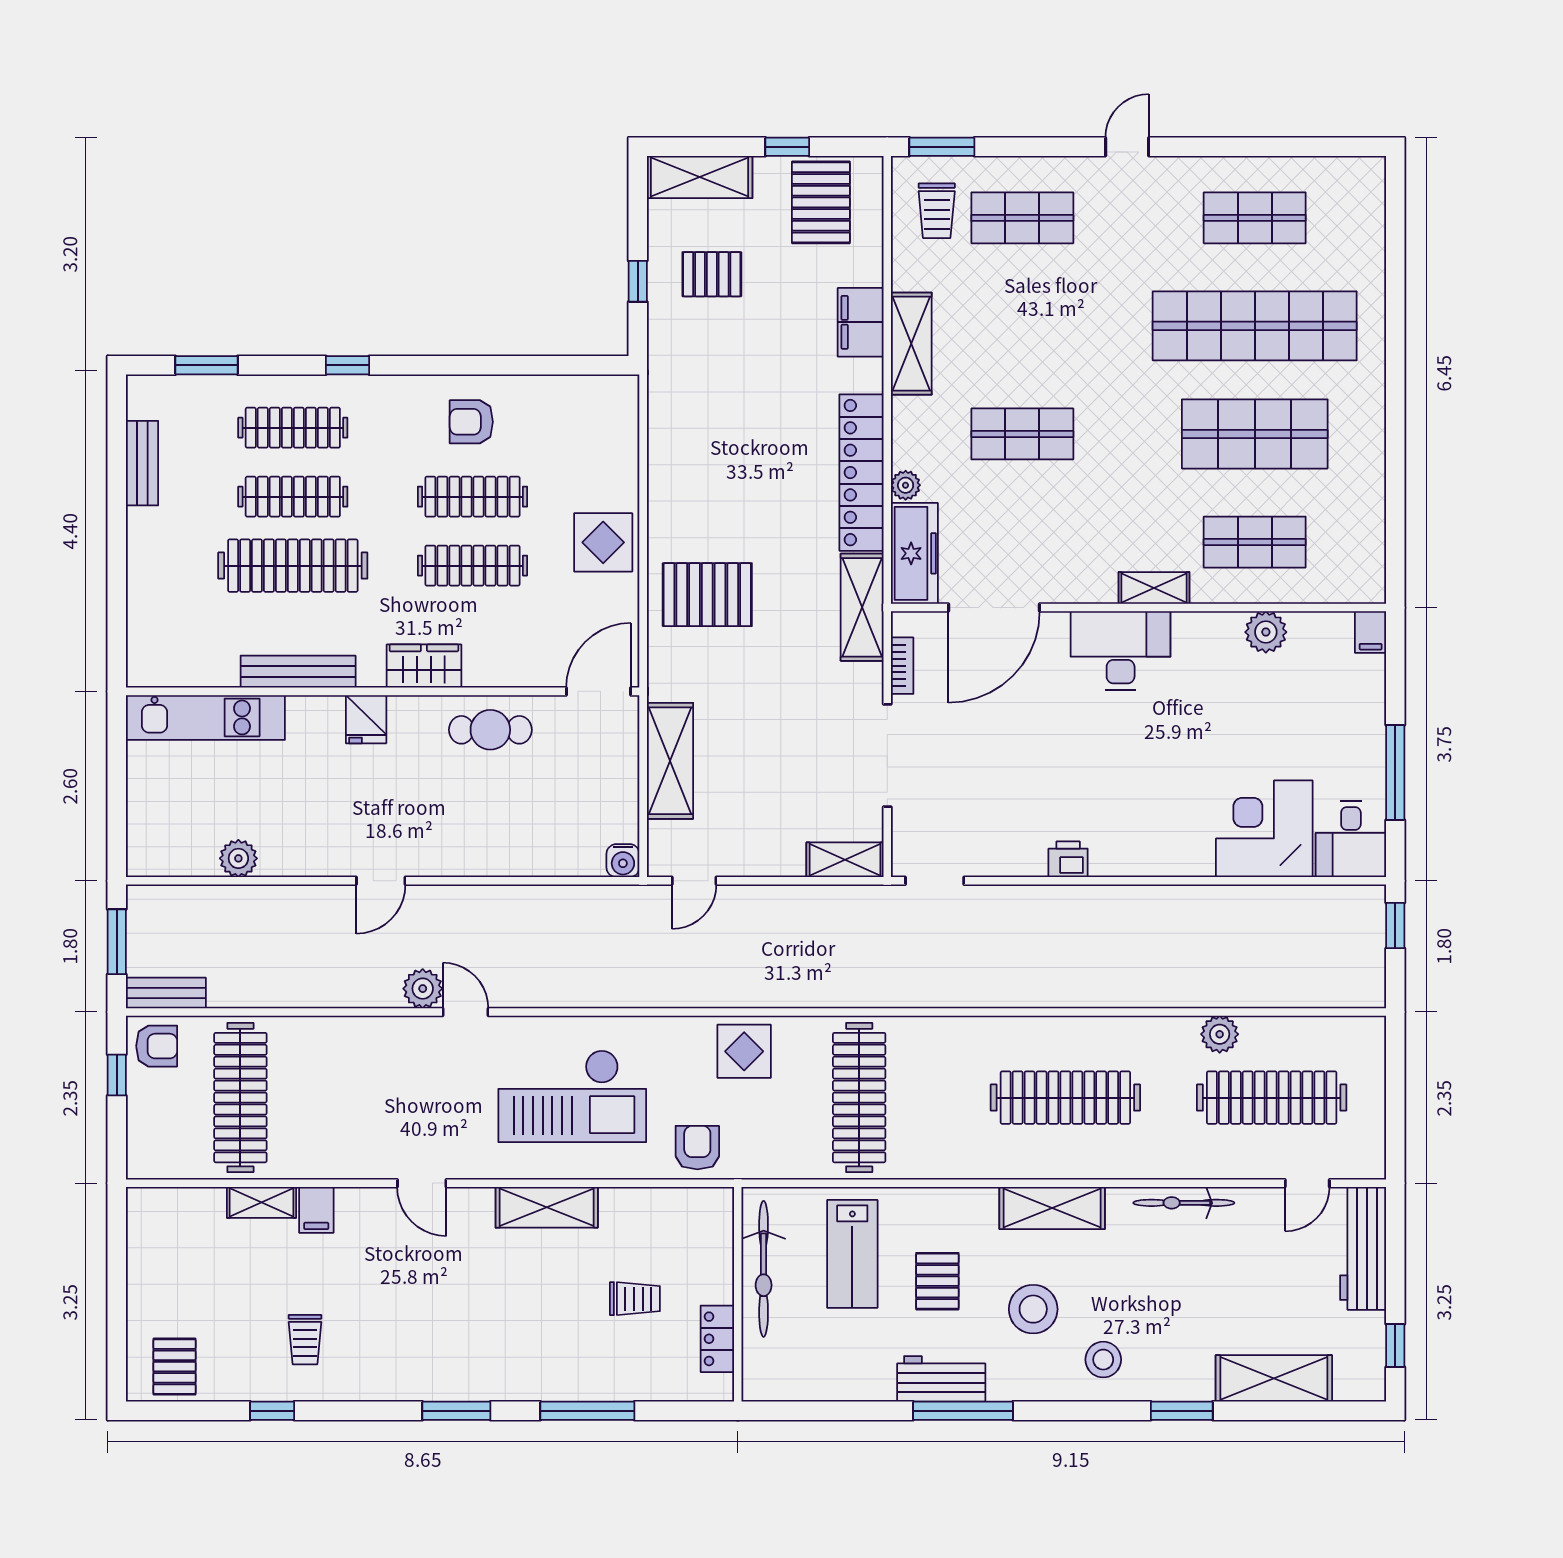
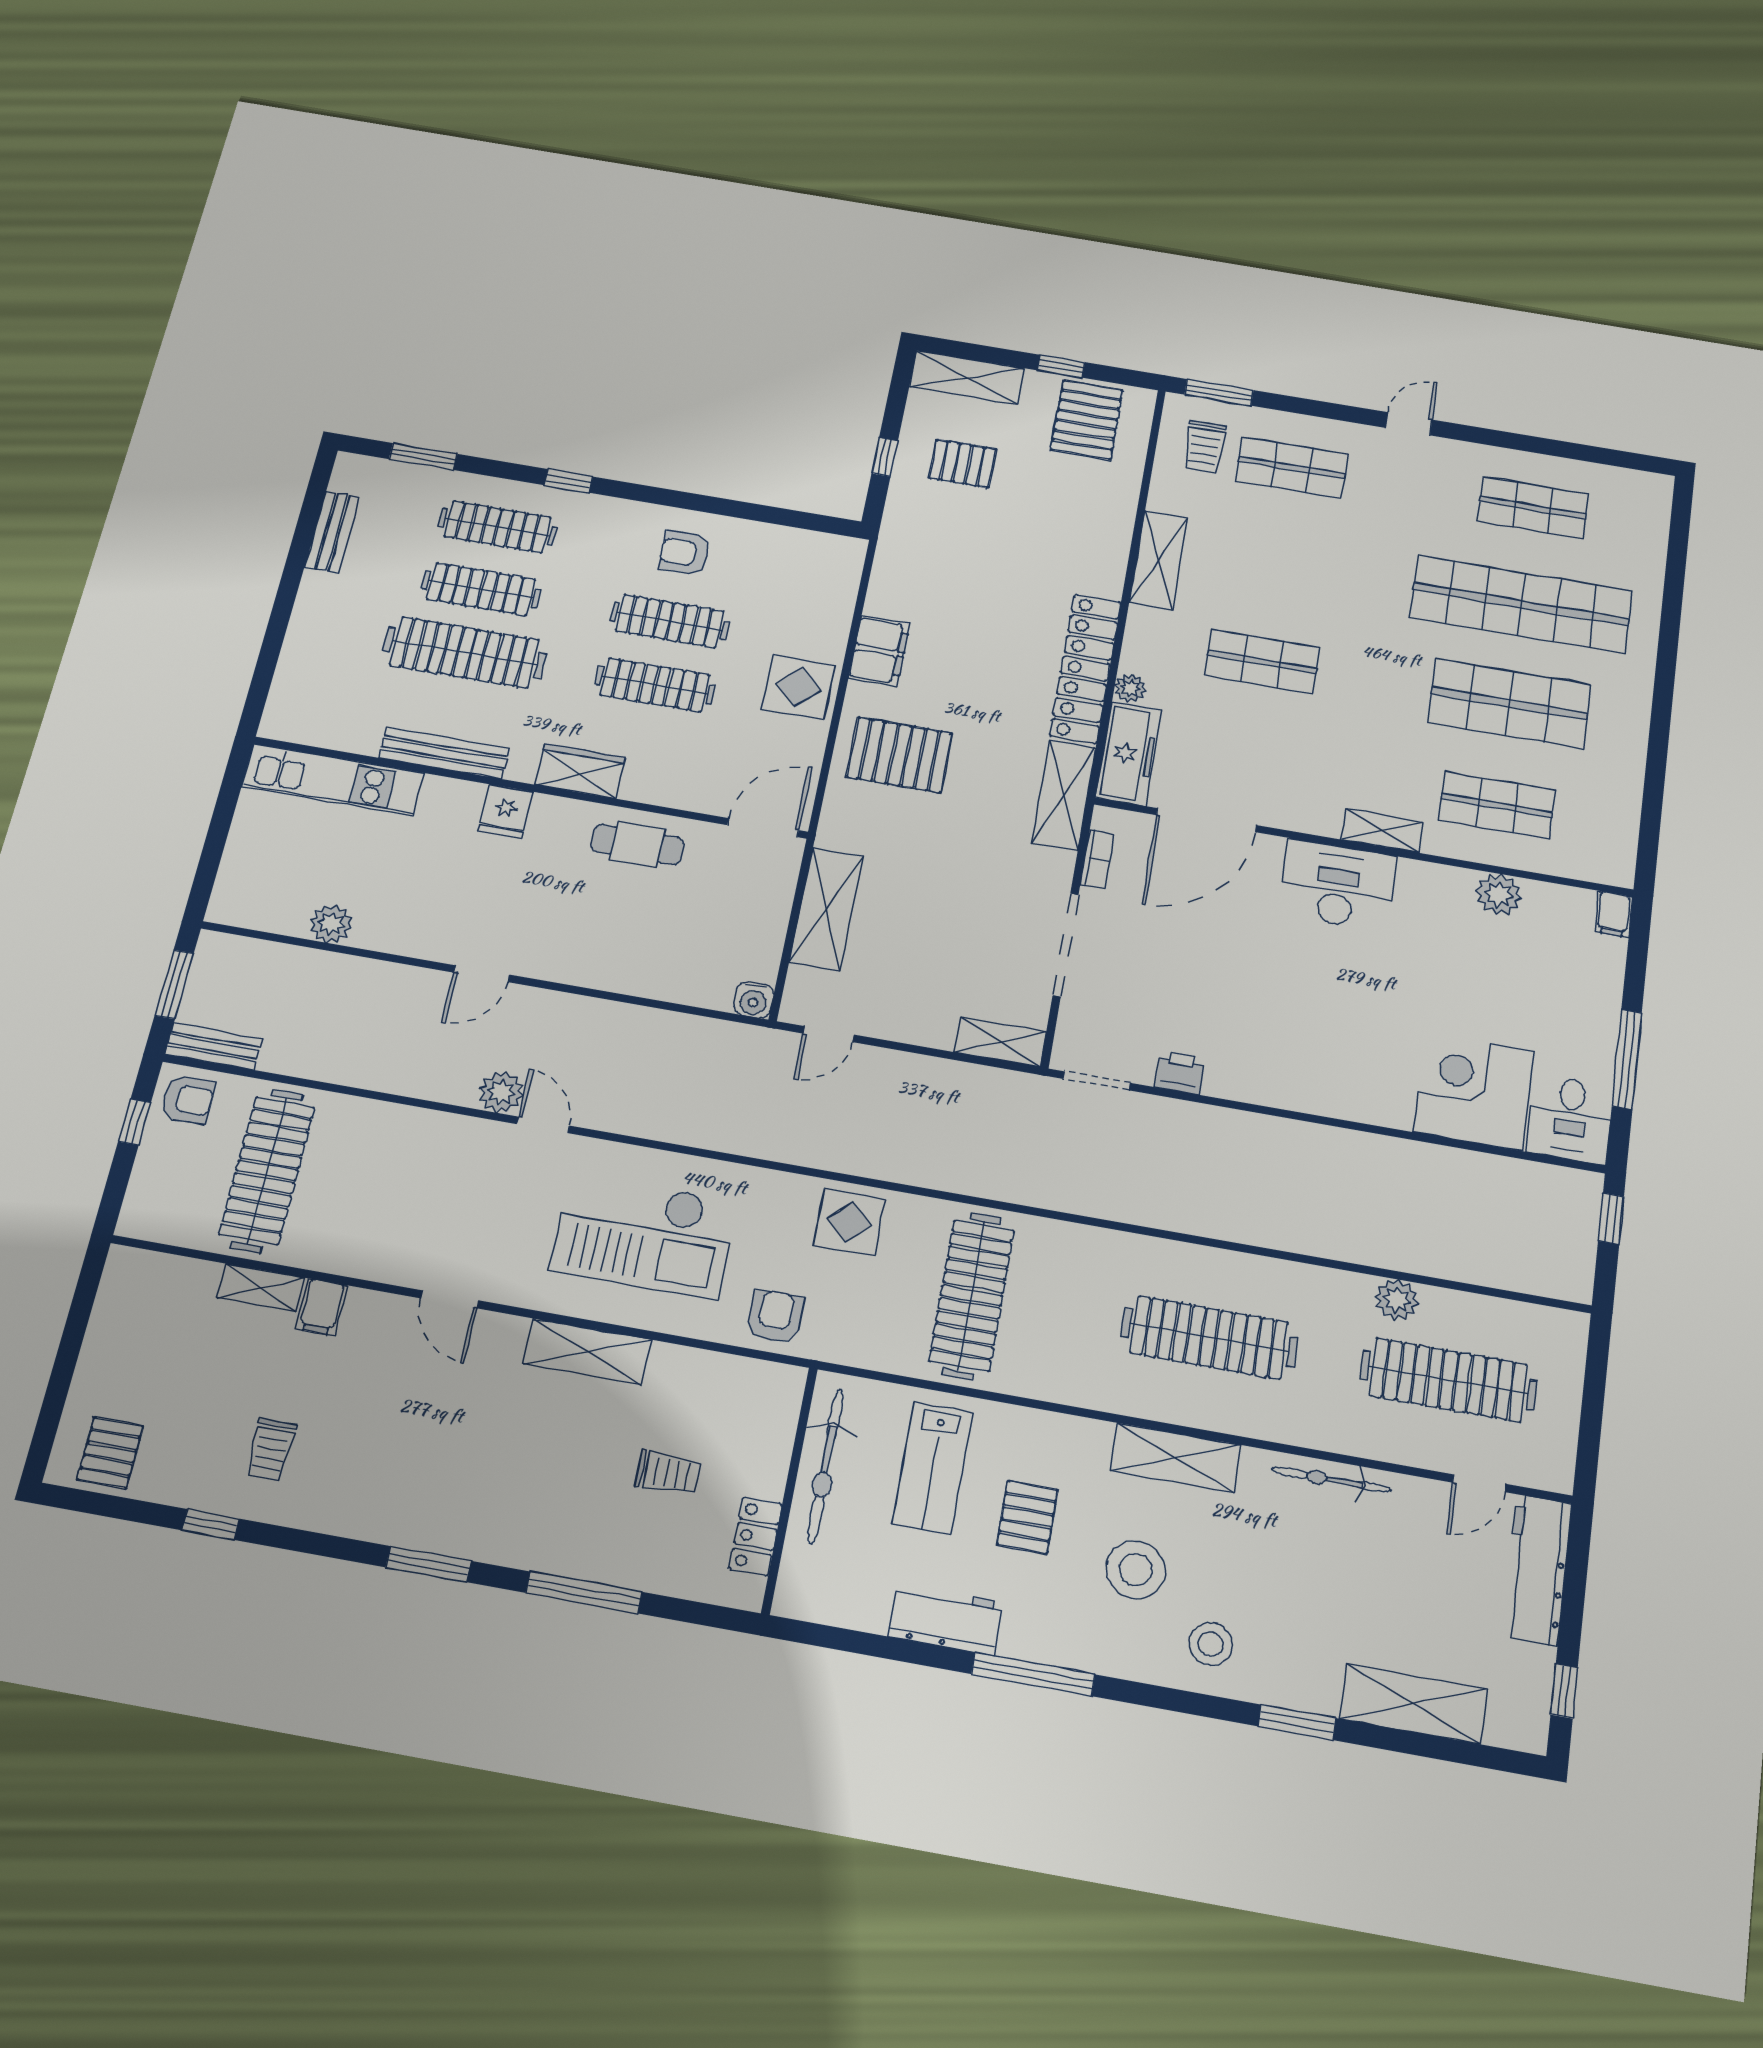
filing cabinet: (861, 322) -> (879, 651), moved, turned 180
printer: (1068, 859) -> (1180, 1073), moved
workbench: (941, 1379) -> (945, 1619), moved

